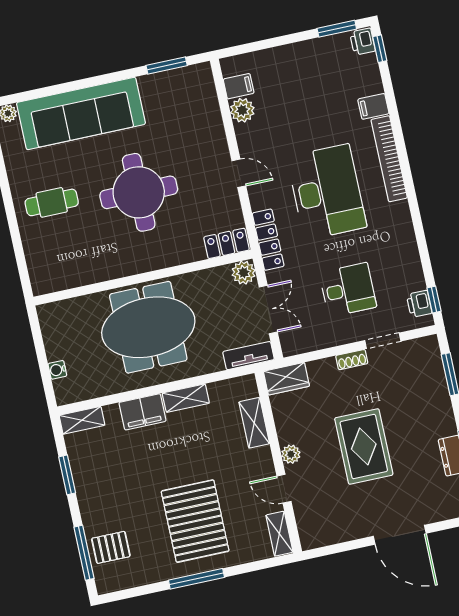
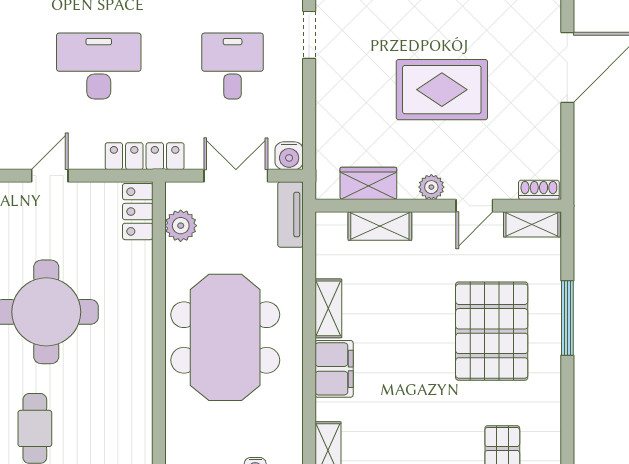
desk: (327, 192) -> (99, 66), width x0.73, depth x0.77
plant: (244, 273) -> (181, 226), moved
water cooler: (291, 345) -> (289, 156), added
shoe rack: (352, 360) -> (539, 190), moved, turned -90
wardrobe: (286, 379) -> (368, 183), moved, turned -90
pallet: (195, 521) -> (492, 331), turned 90
window: (196, 579) -> (567, 318), moved

